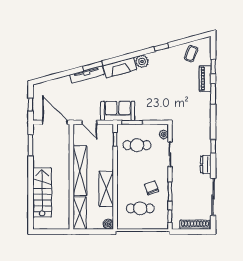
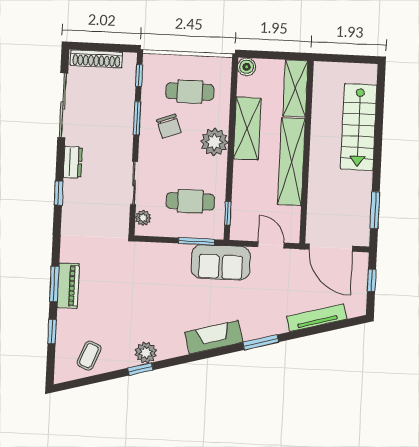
plant: (142, 61) -> (146, 353), moved
tv unit: (87, 75) -> (317, 318), moved
piano: (205, 79) -> (68, 286), moved
plant: (125, 180) -> (214, 142), added

